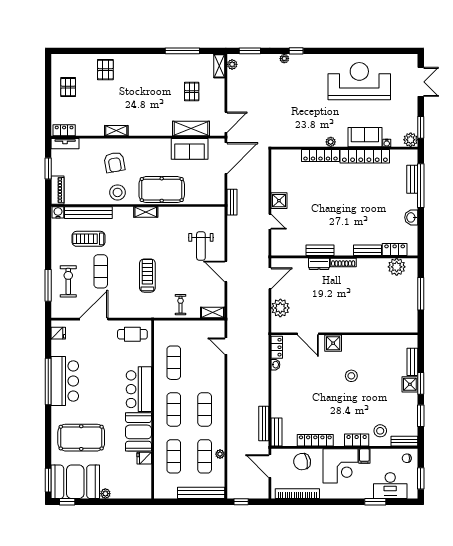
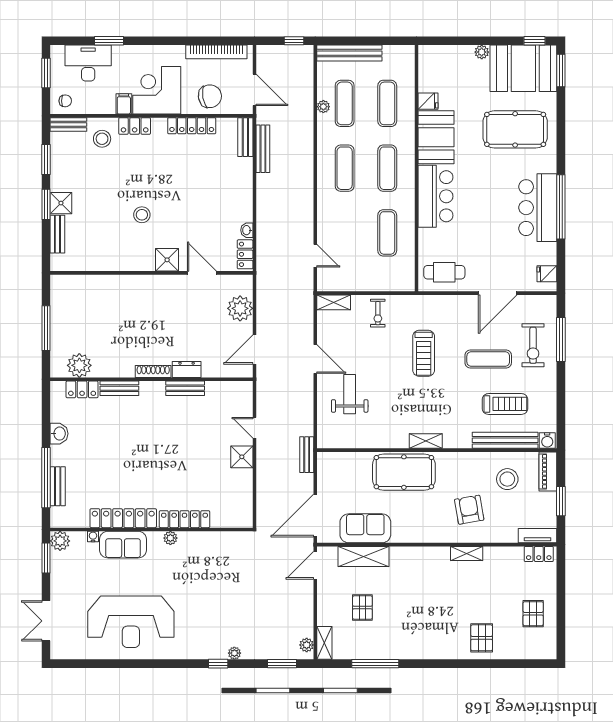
stool: (118, 192) -> (507, 479), moved
exercise mat: (101, 271) -> (488, 359), turned 90

